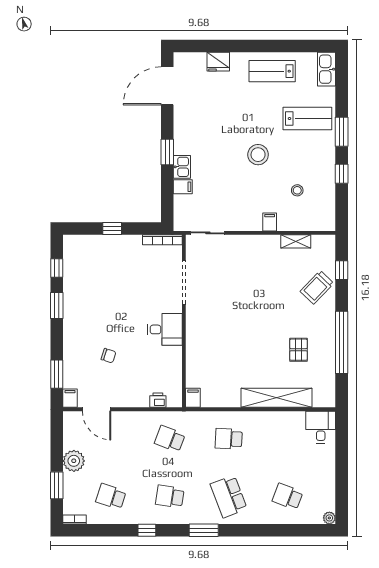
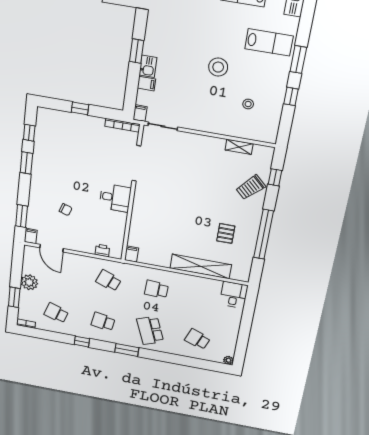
filing cabinet: (270, 222) -> (140, 113), moved

